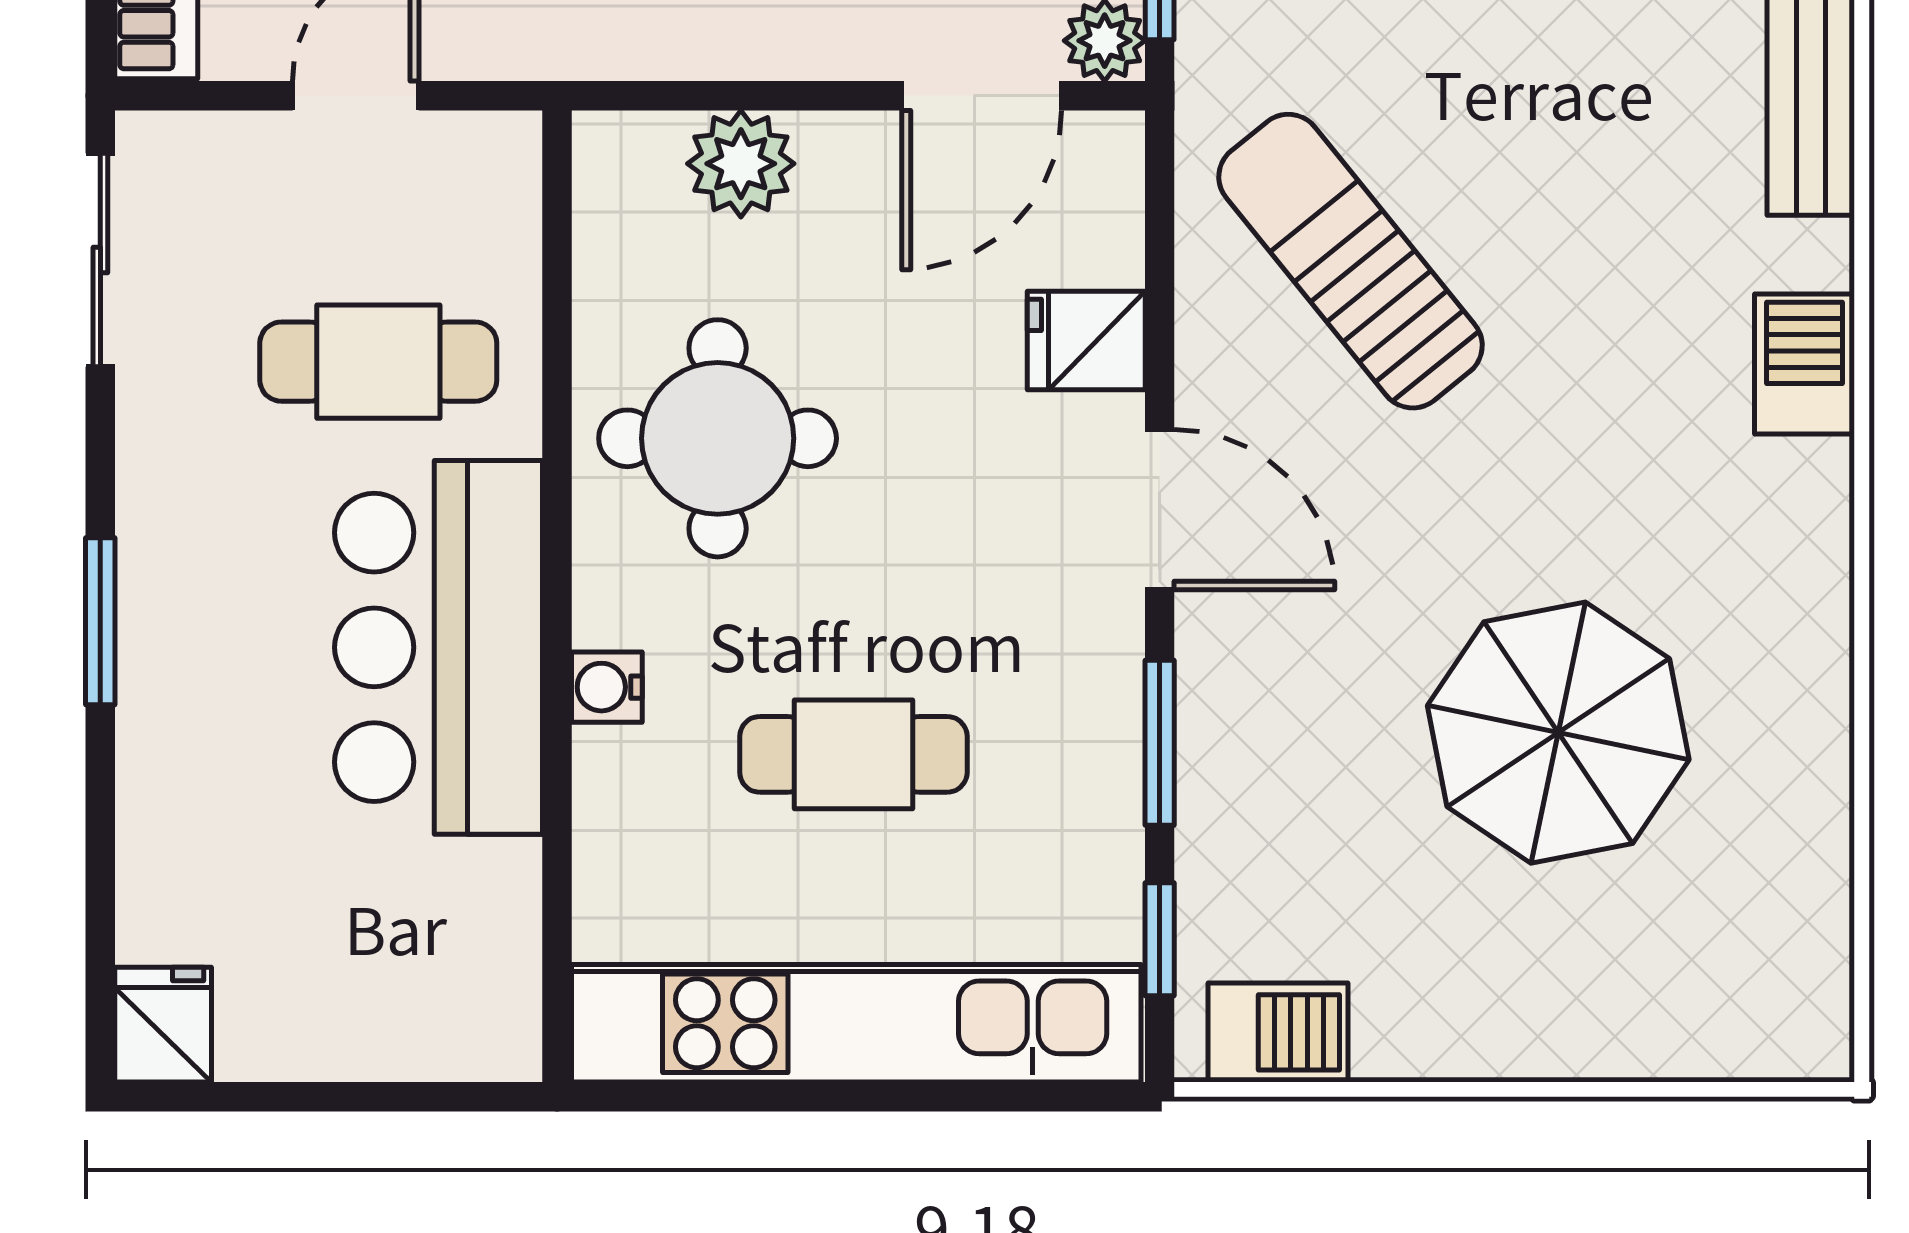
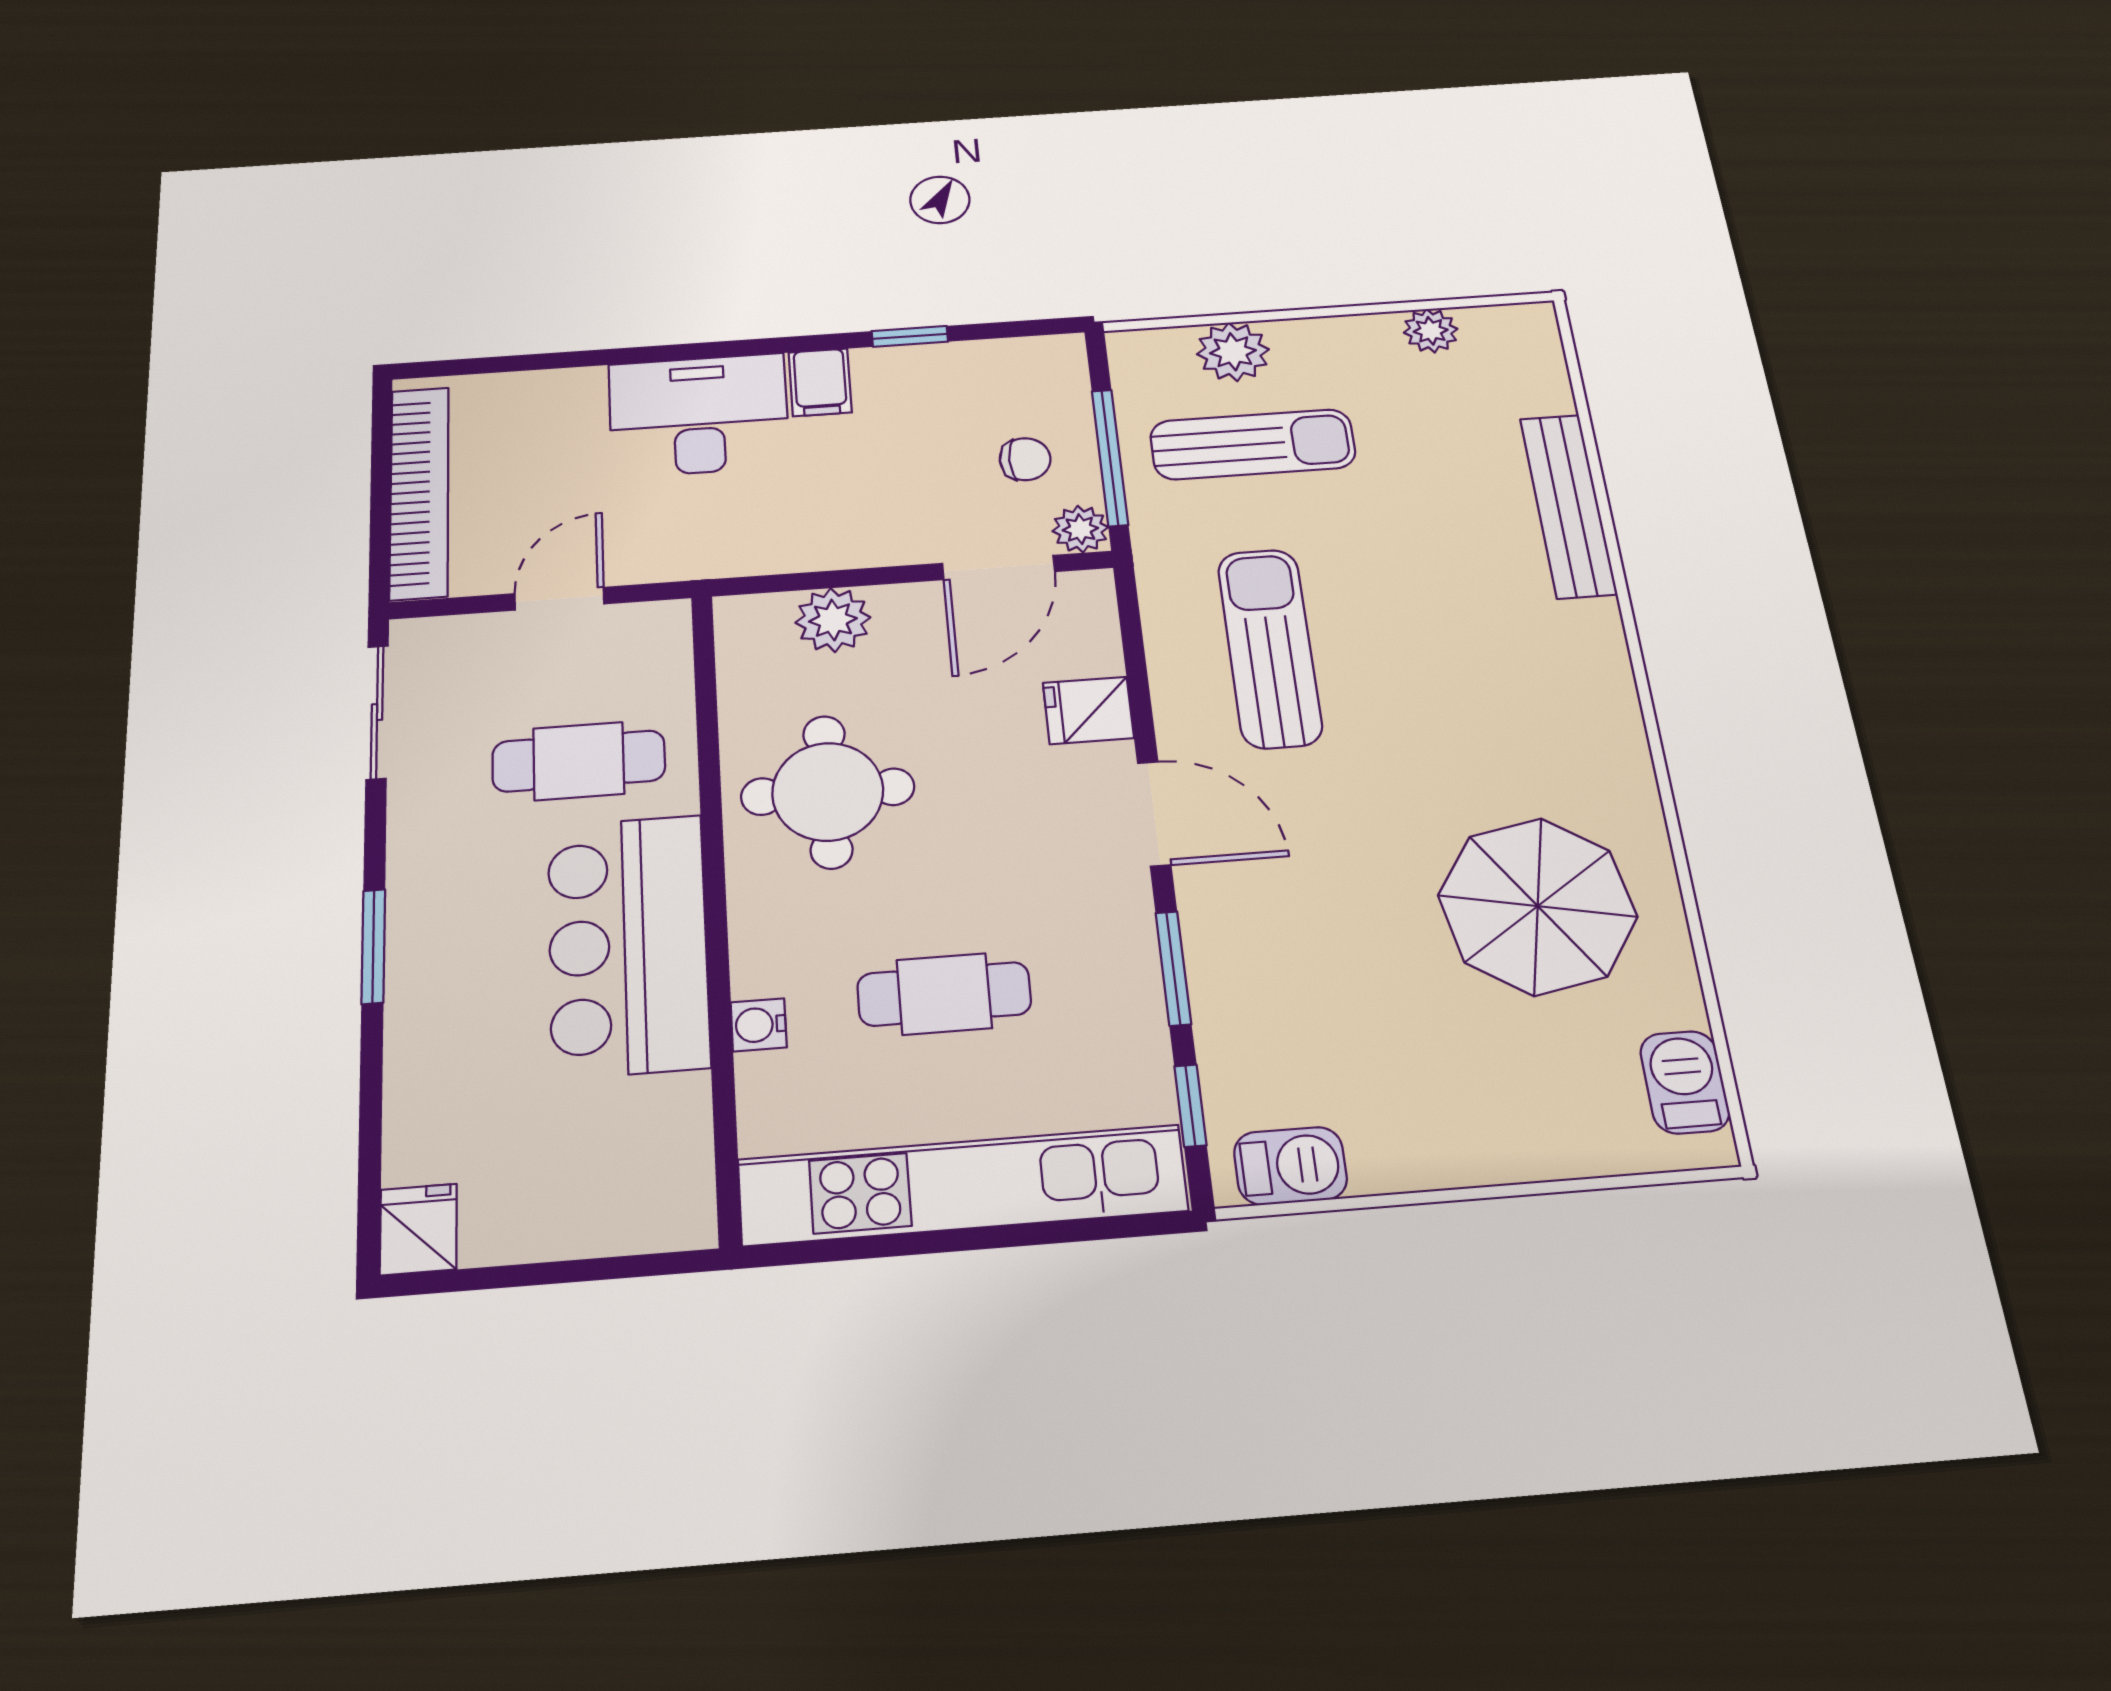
sun lounger: (1351, 261) -> (1270, 648), turned 39
barbecue: (1805, 364) -> (1685, 1082), moved
water cooler: (607, 687) -> (759, 1025), moved
parasol: (1558, 733) -> (1538, 906), moved

